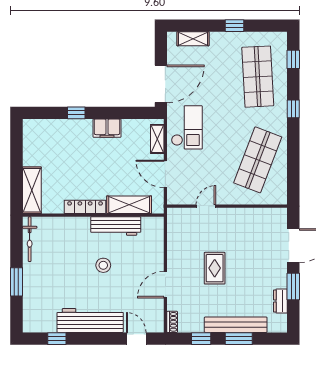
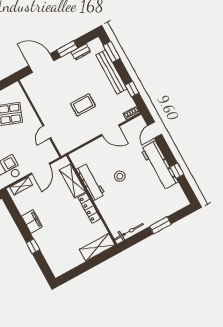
door: (206, 206) -> (47, 132), hinge flipped
window: (57, 339) -> (177, 171), moved
window: (239, 339) -> (112, 52), moved

